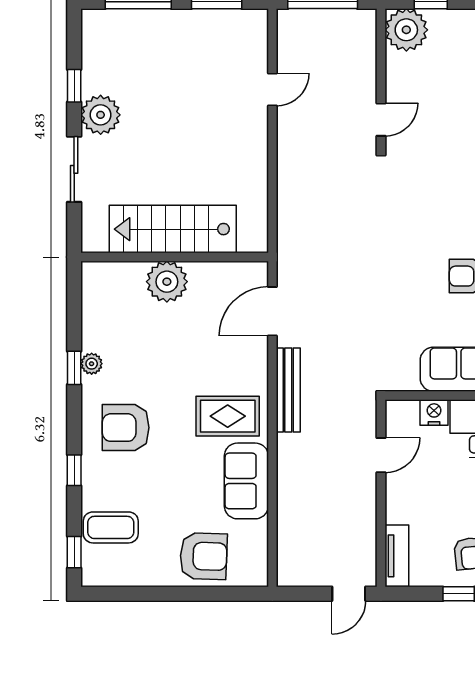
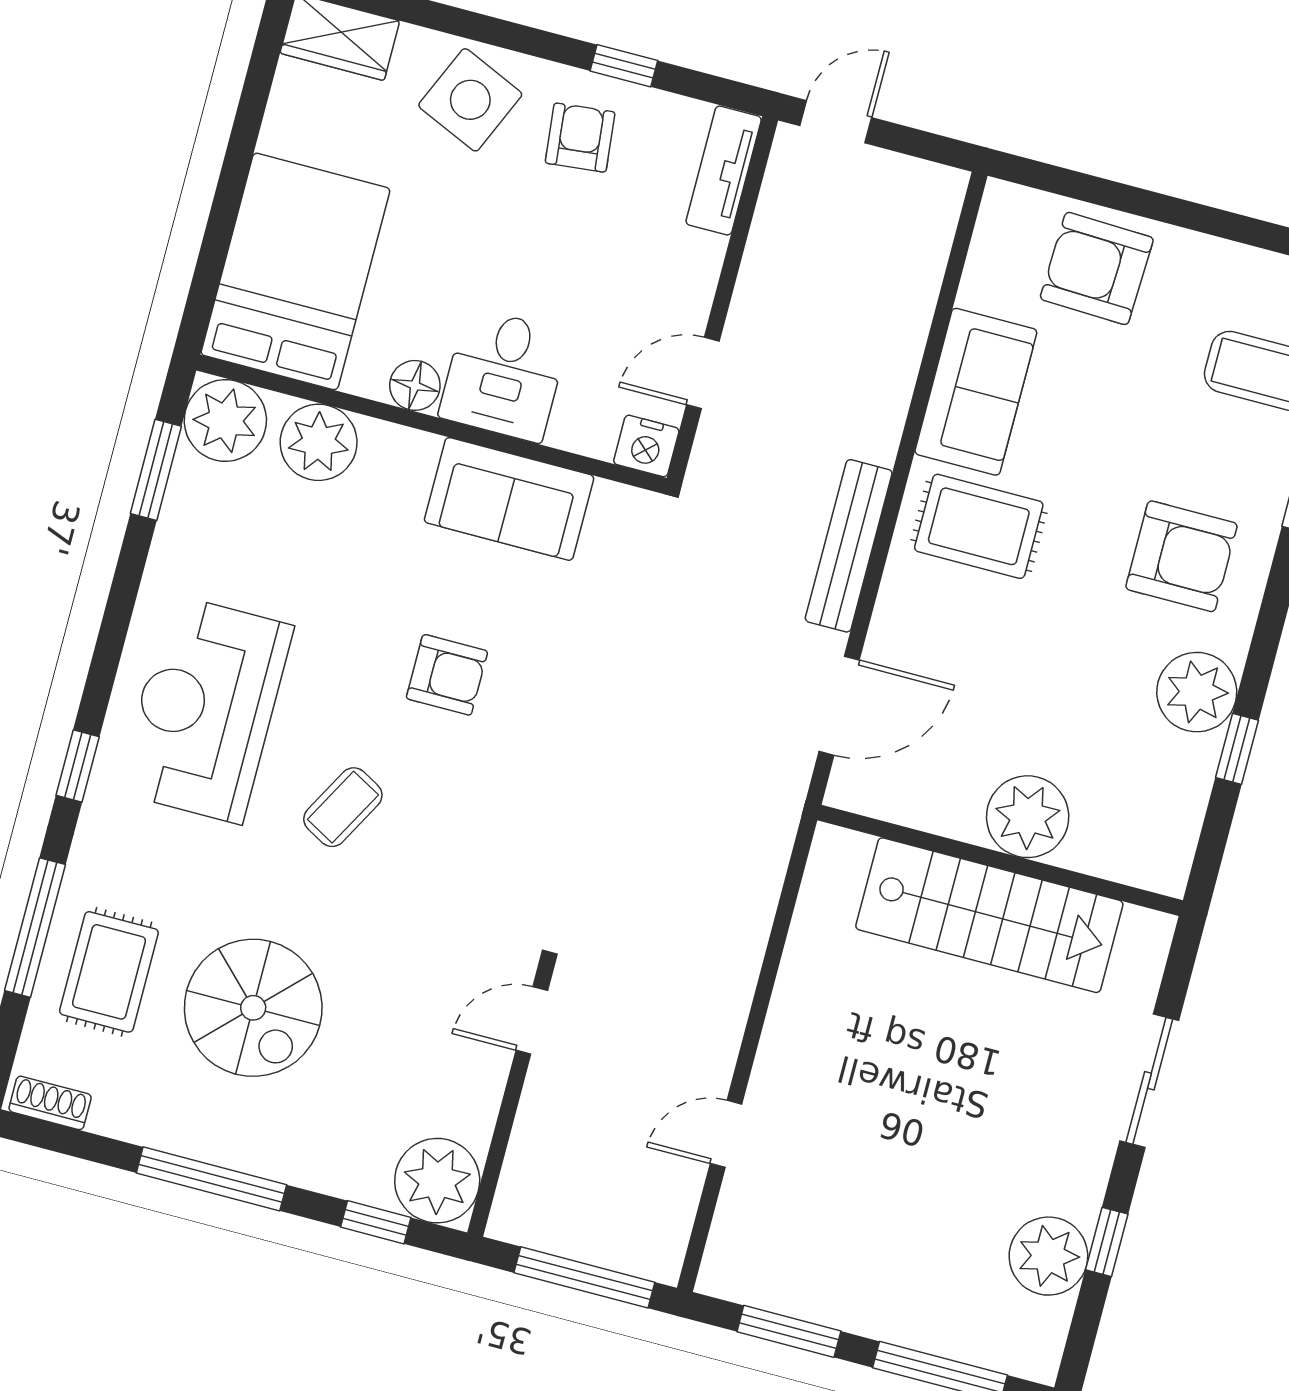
plant: (101, 115) -> (1048, 1256), moved
plant: (92, 364) -> (1197, 692), width x1.87, depth x1.87
window: (74, 368) -> (1237, 749), moved
nightstand: (434, 412) -> (646, 446), moved

